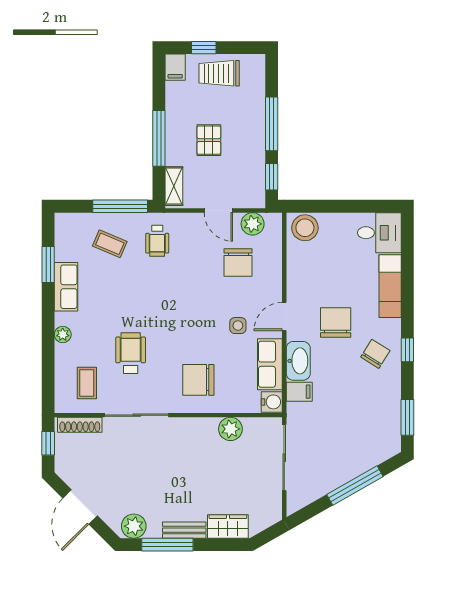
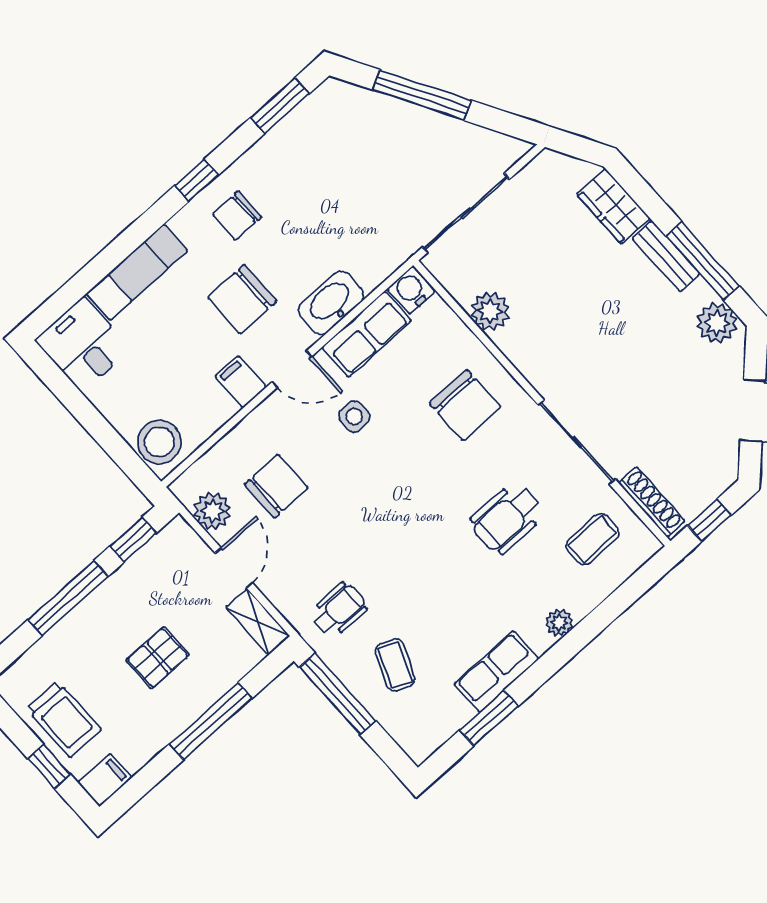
shelving: (174, 186) -> (258, 622), moved, turned 90
chair: (375, 354) -> (237, 216), turned -32
filing cabinet: (299, 392) -> (241, 382), moved

